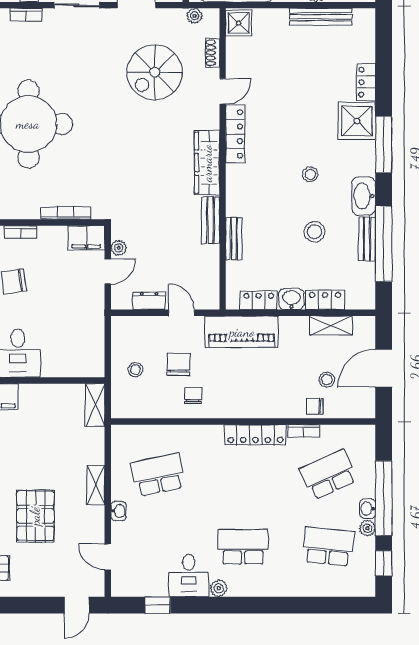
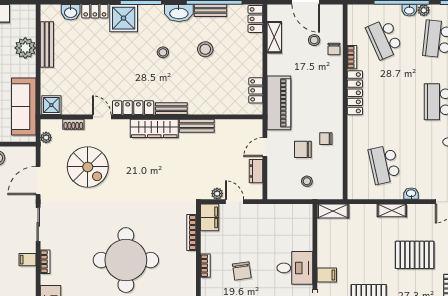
bench: (234, 239) -> (171, 109), moved
washbasin: (291, 299) -> (71, 12), moved, turned -90
locker: (325, 300) -> (255, 19), moved

